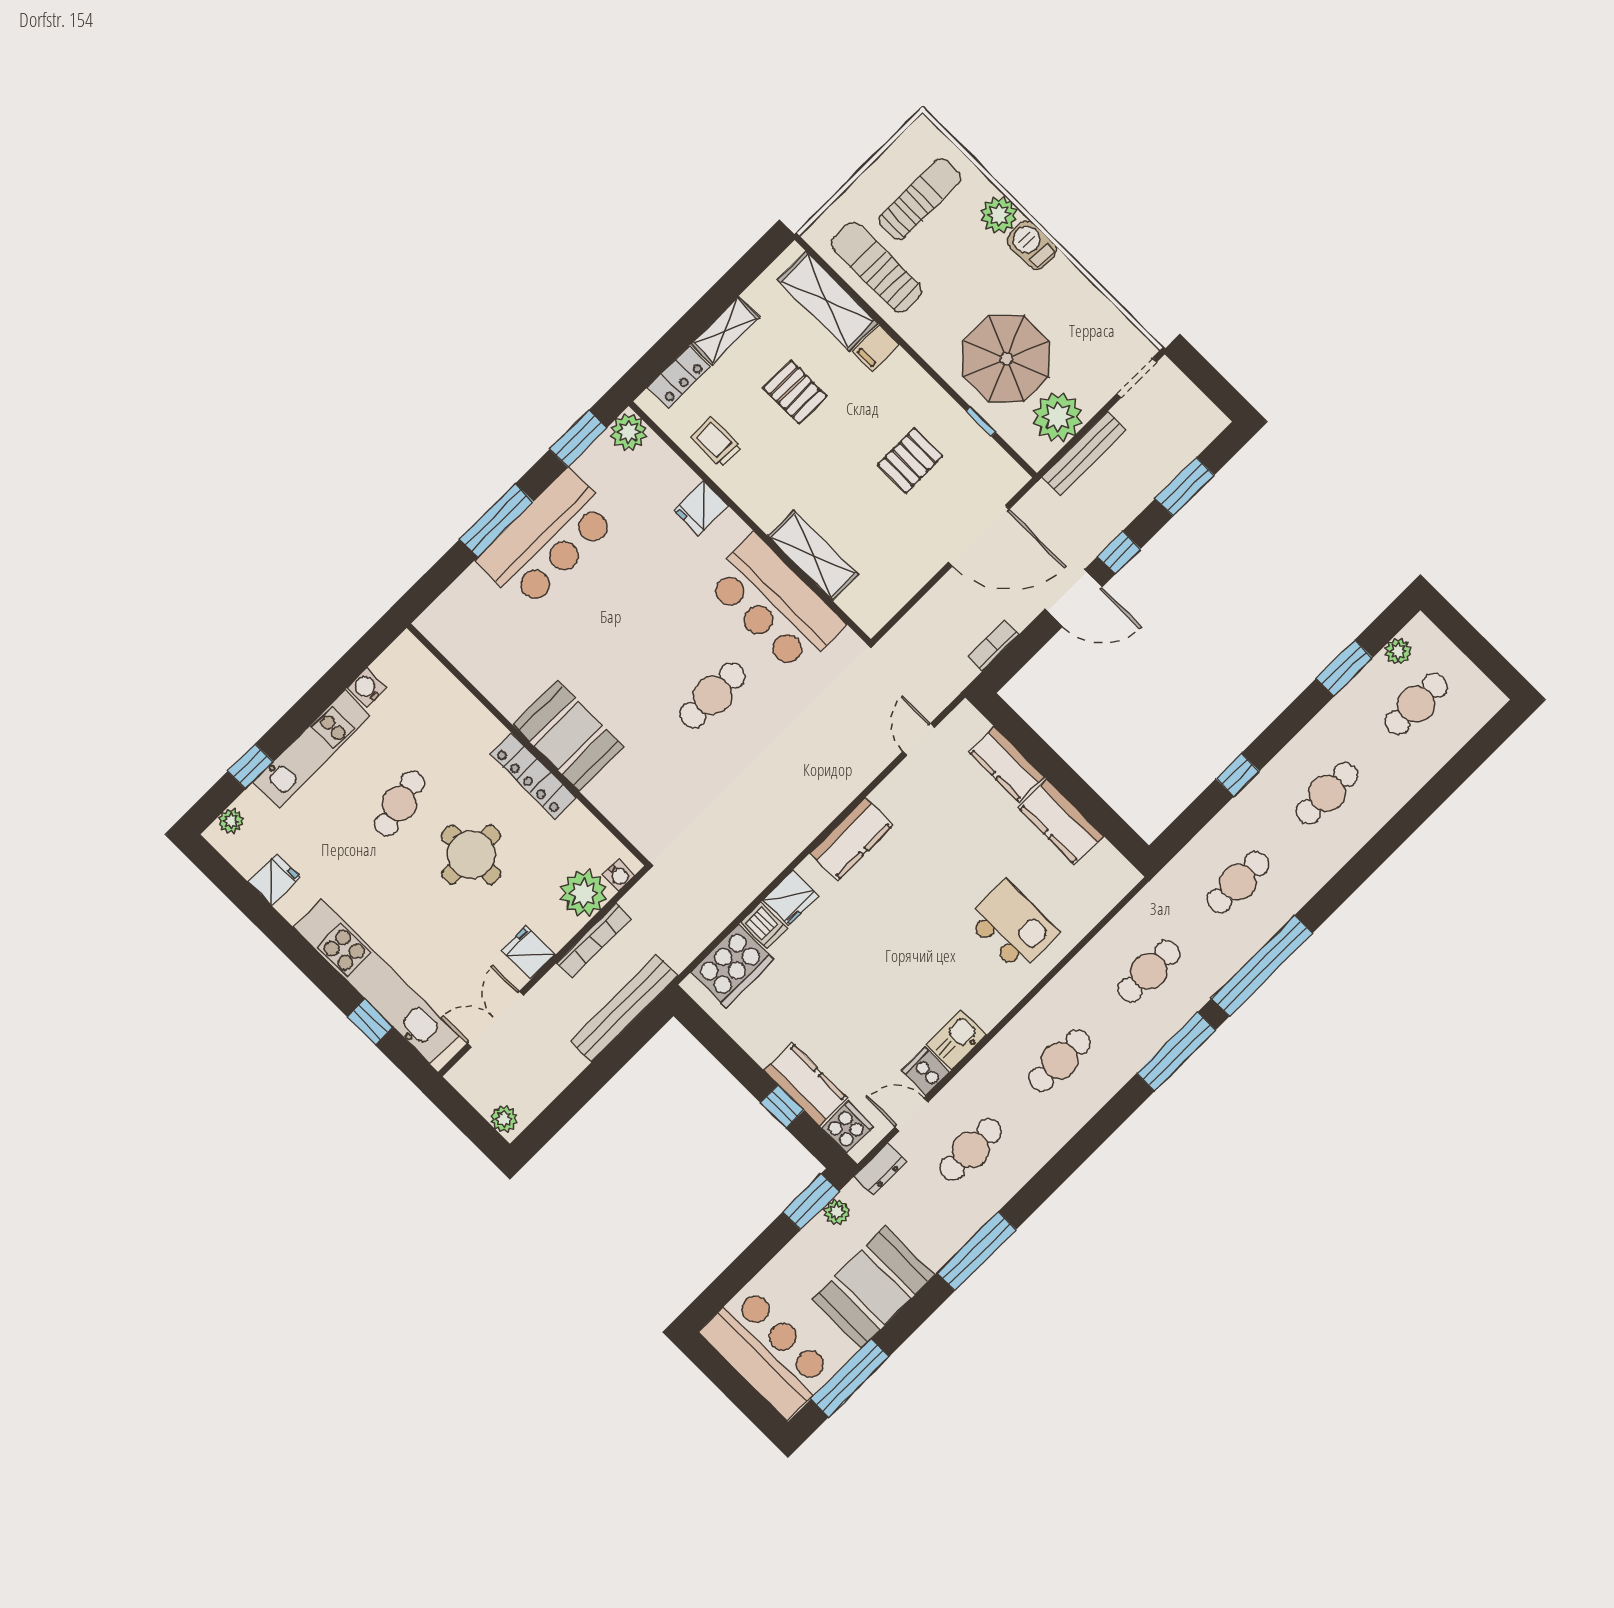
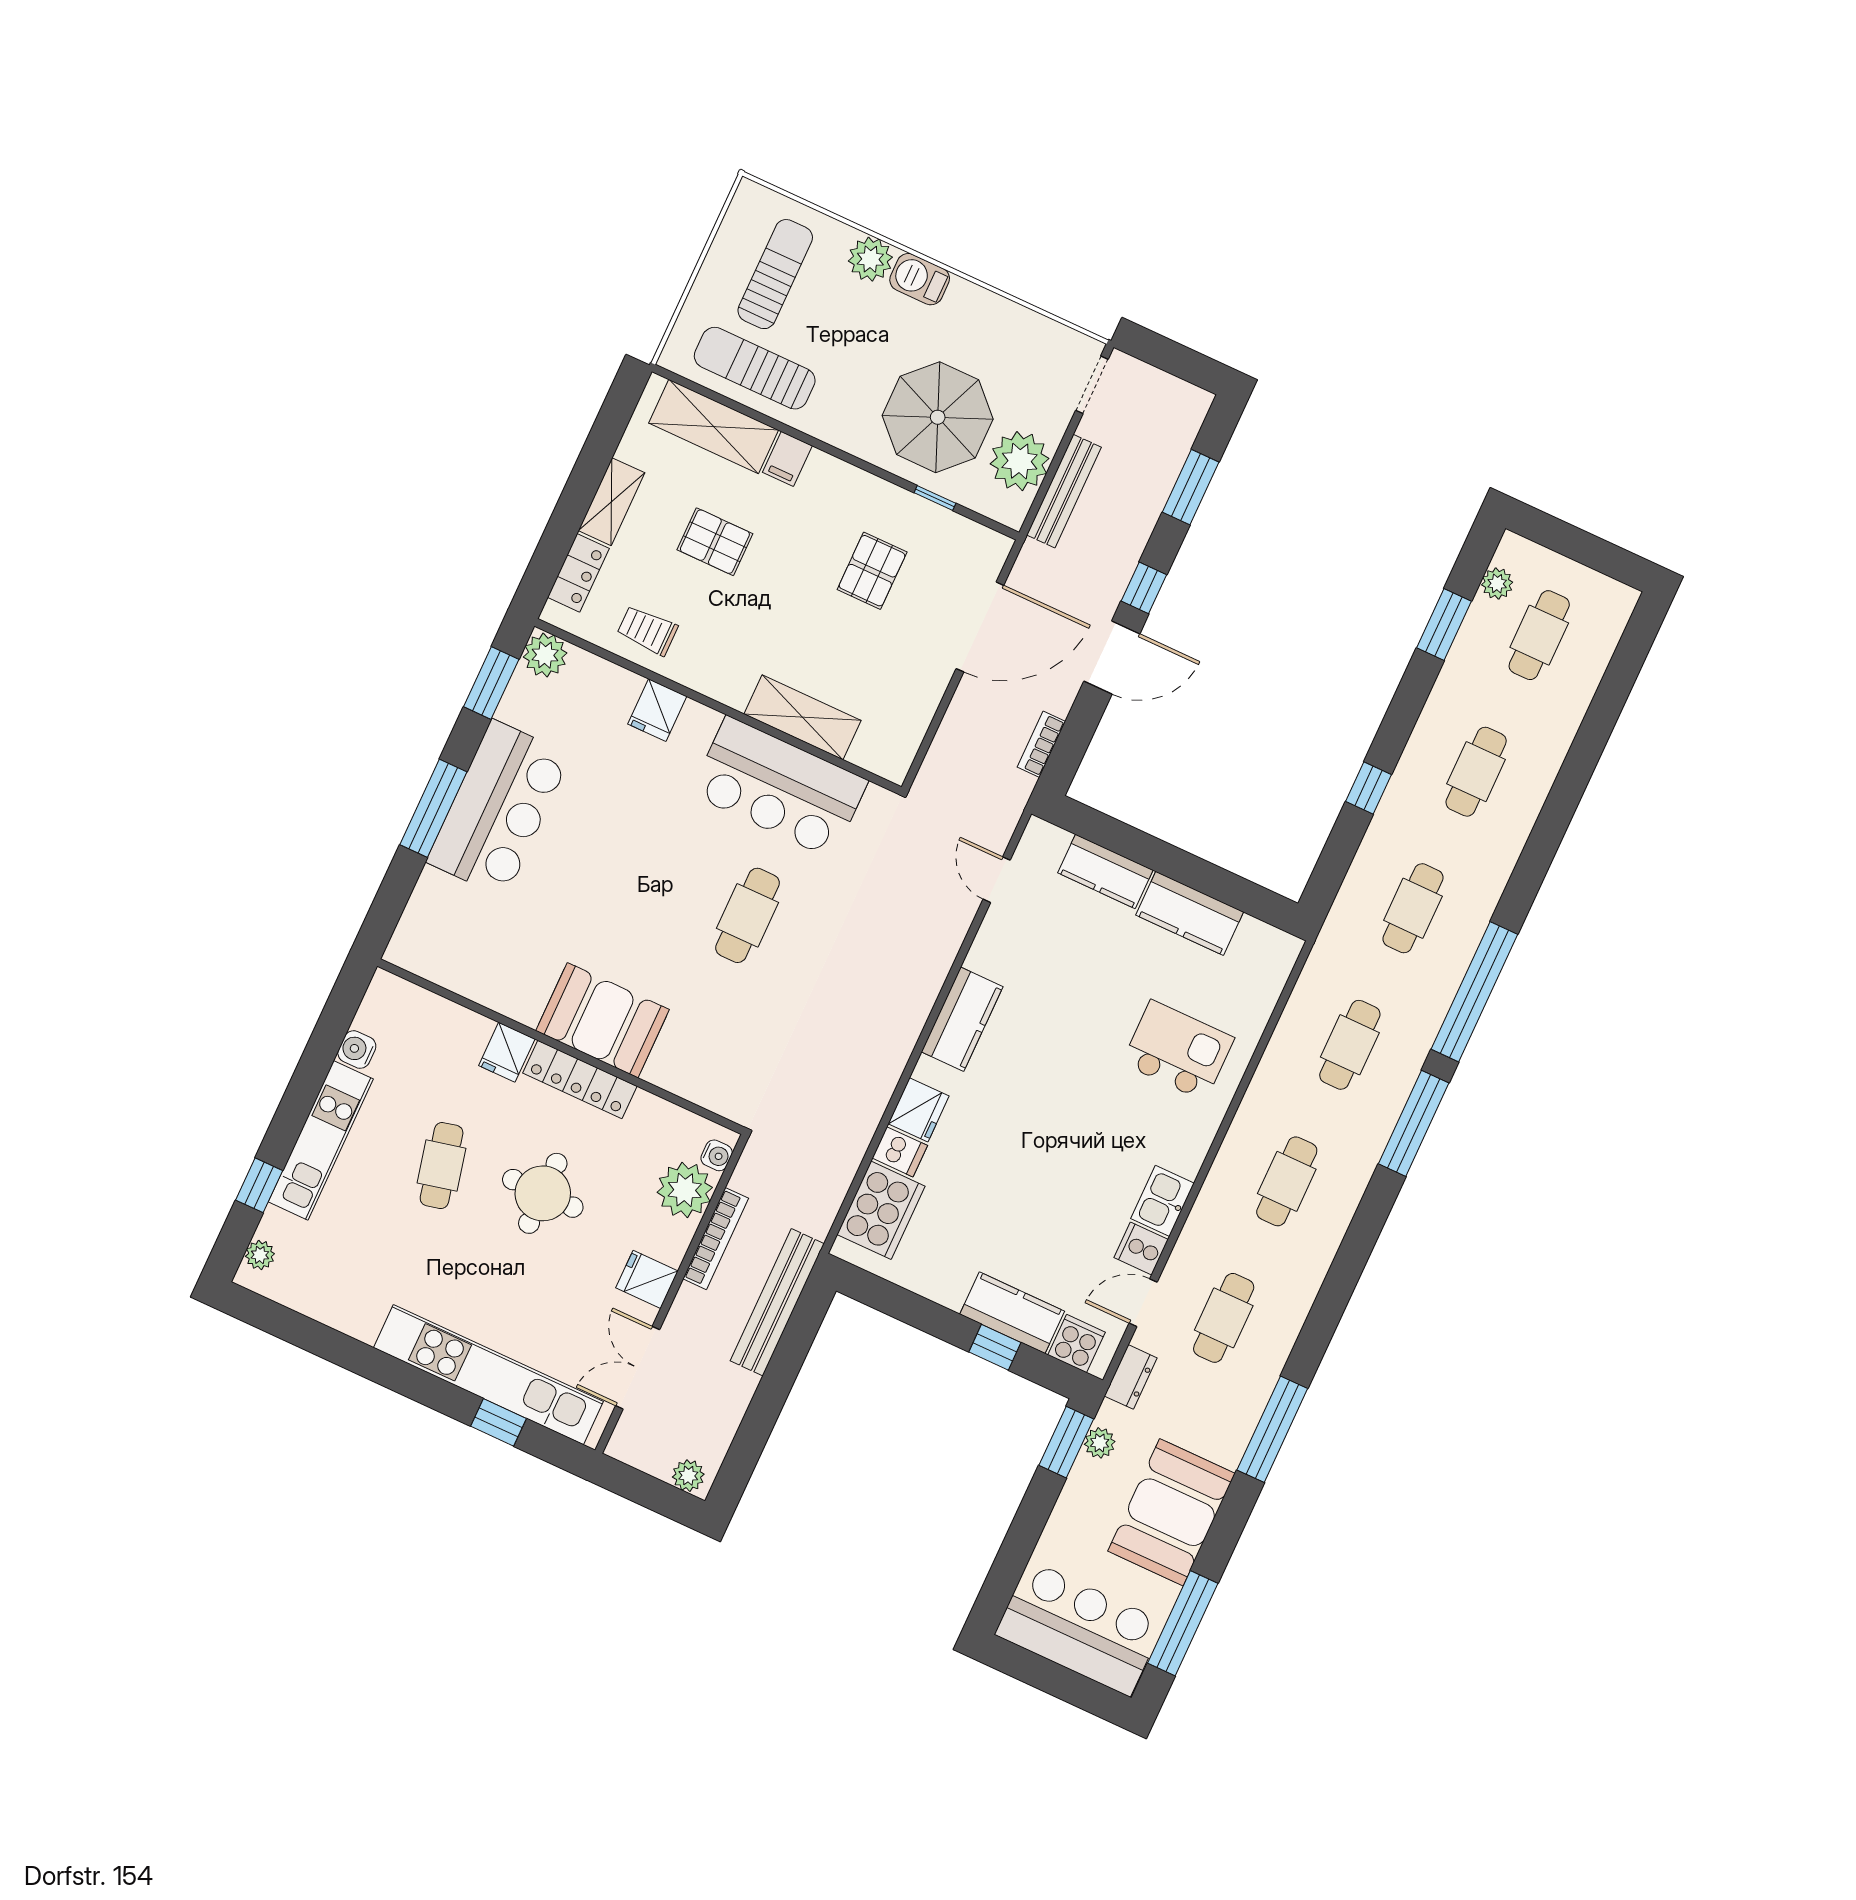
fridge: (274, 880) -> (507, 1052), moved, turned 180

